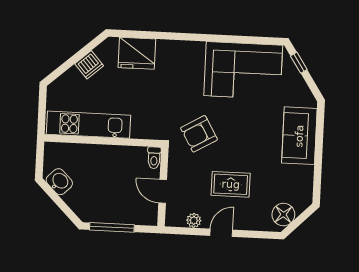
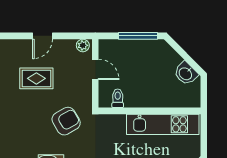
toilet: (154, 158) -> (118, 98), moved
plant: (194, 220) -> (83, 45), moved

